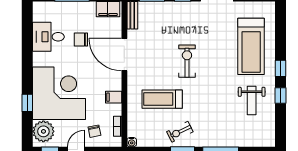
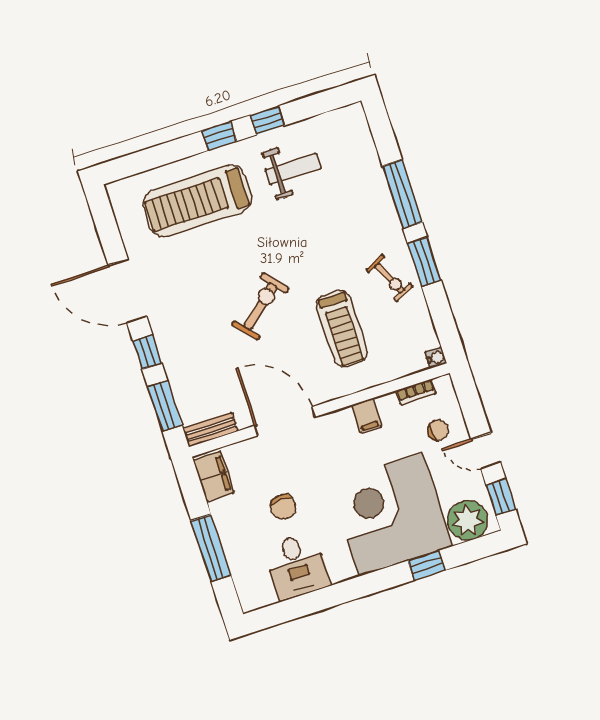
treadmill: (251, 46) -> (197, 201), turned 180
door: (124, 55) -> (285, 421), swing flipped
exercise bike: (187, 61) -> (260, 306), turned 139

